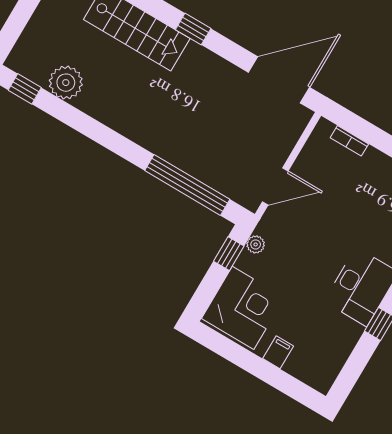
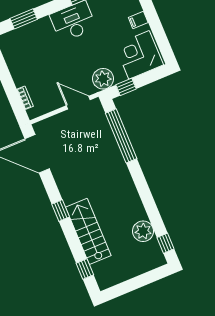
plant: (256, 244) -> (103, 79), width x1.88, depth x1.88

